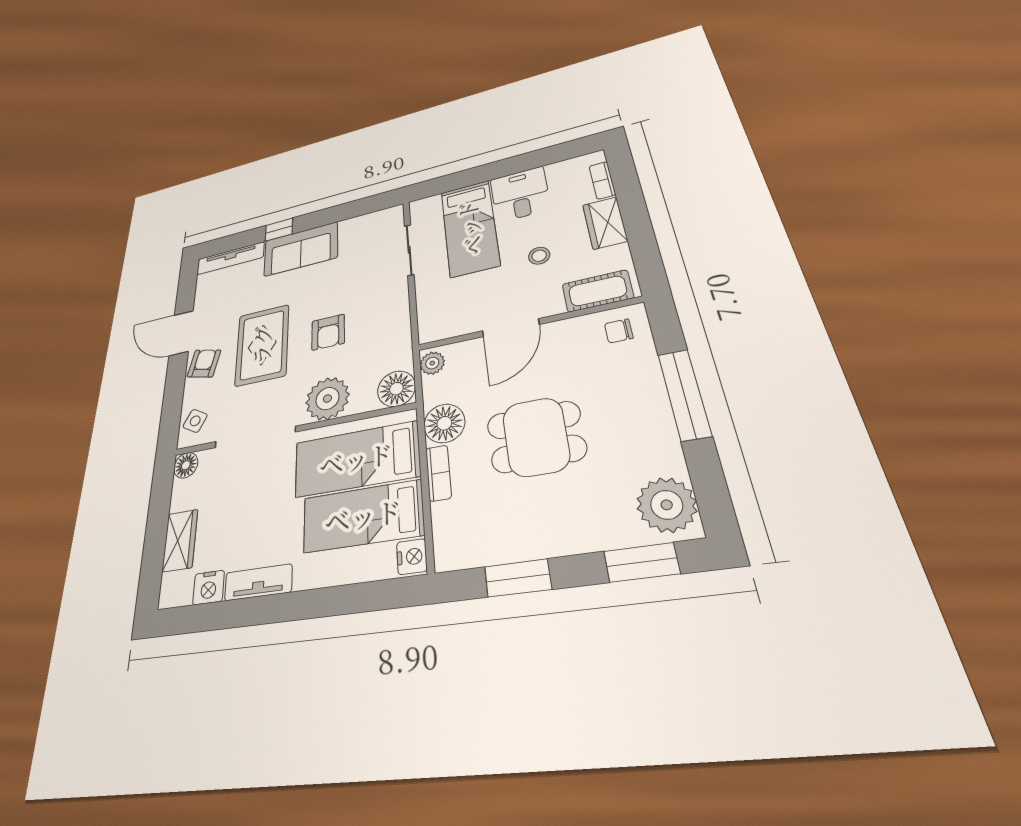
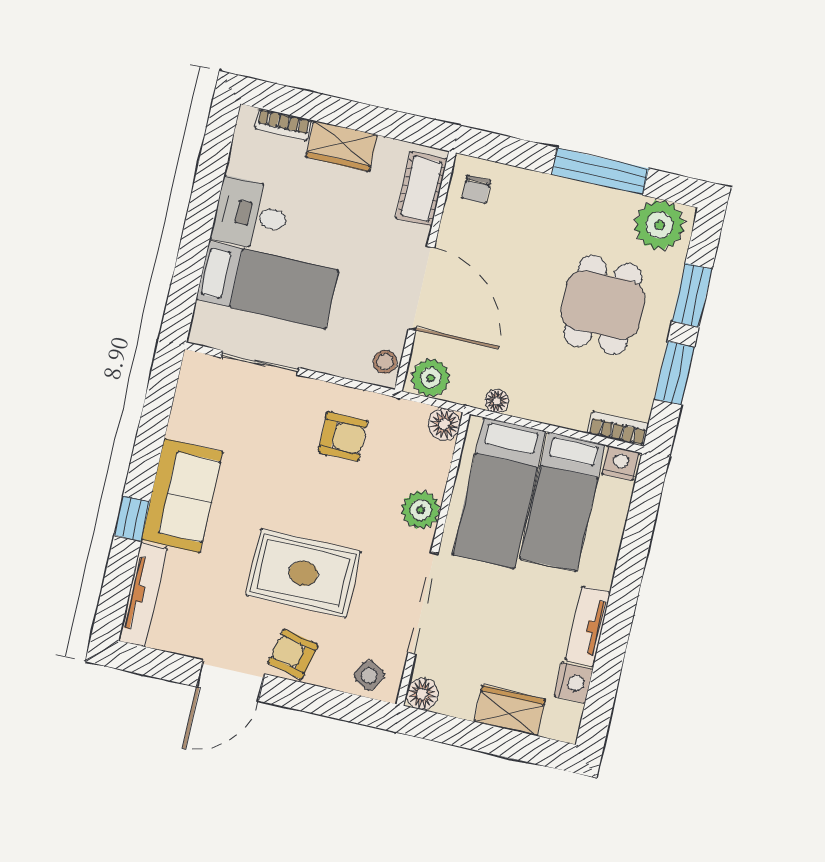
stool: (539, 256) -> (385, 362), moved
door: (511, 328) -> (422, 288), width x1.36
armchair: (328, 332) -> (343, 437), moved
plant: (432, 363) -> (431, 378), width x1.38, depth x1.38
floor lamp: (396, 389) -> (444, 424), width x0.73, depth x0.73
window: (684, 394) -> (600, 171), moved
plant: (327, 399) -> (421, 510), width x0.73, depth x0.73
floor lamp: (444, 423) -> (497, 401), width x0.53, depth x0.53
dining table: (536, 437) -> (603, 305), moved
bookcase: (438, 473) -> (618, 429), moved
window: (641, 562) -> (692, 295), moved

